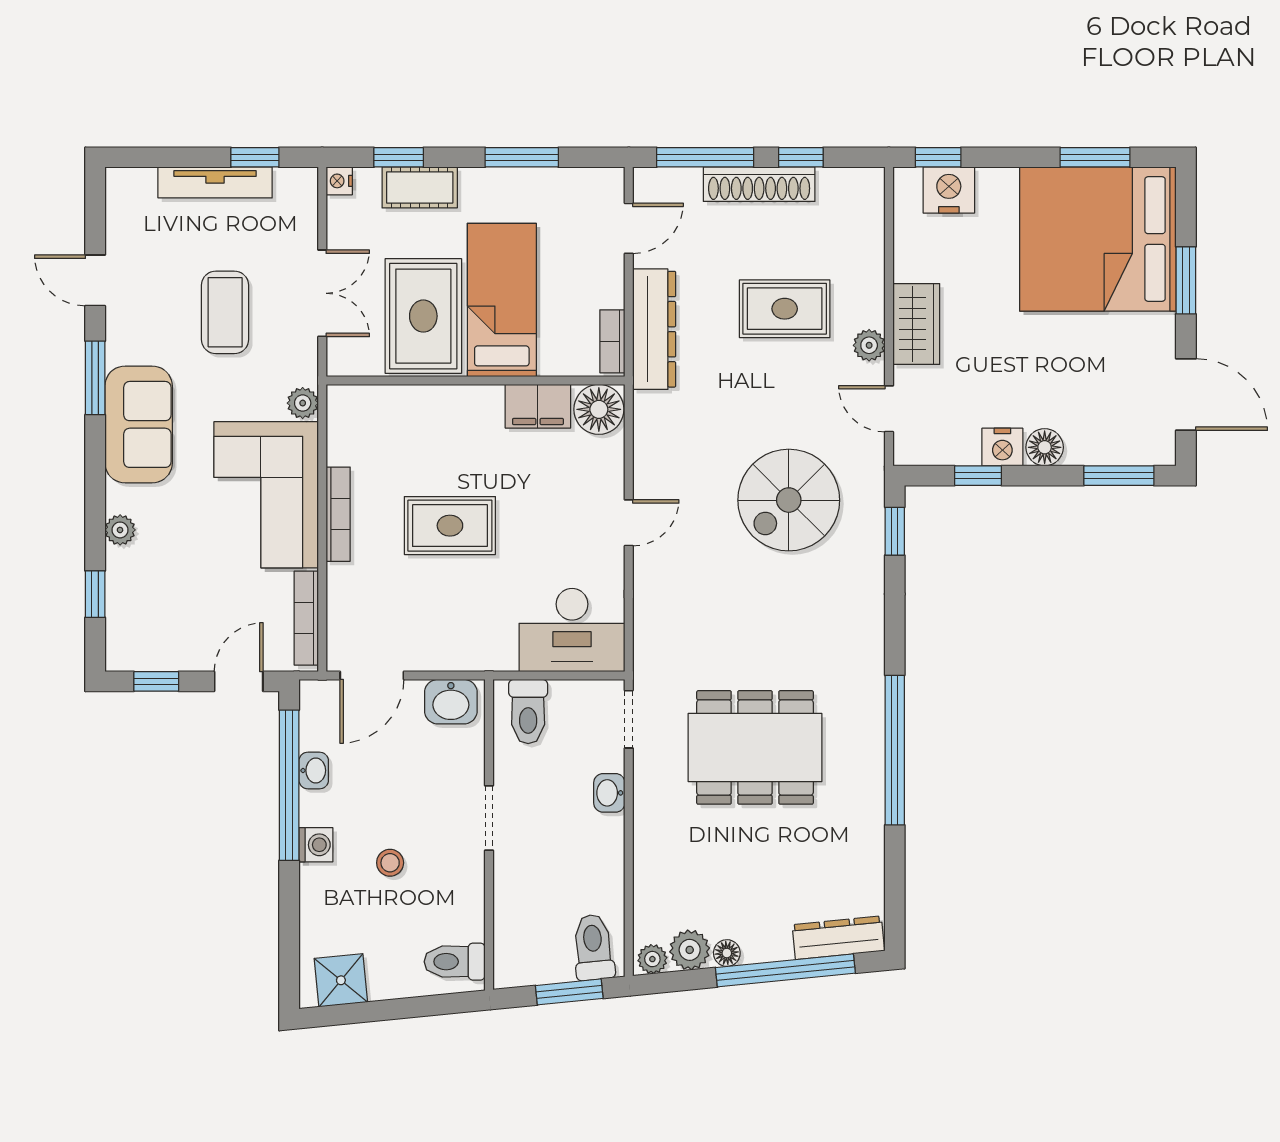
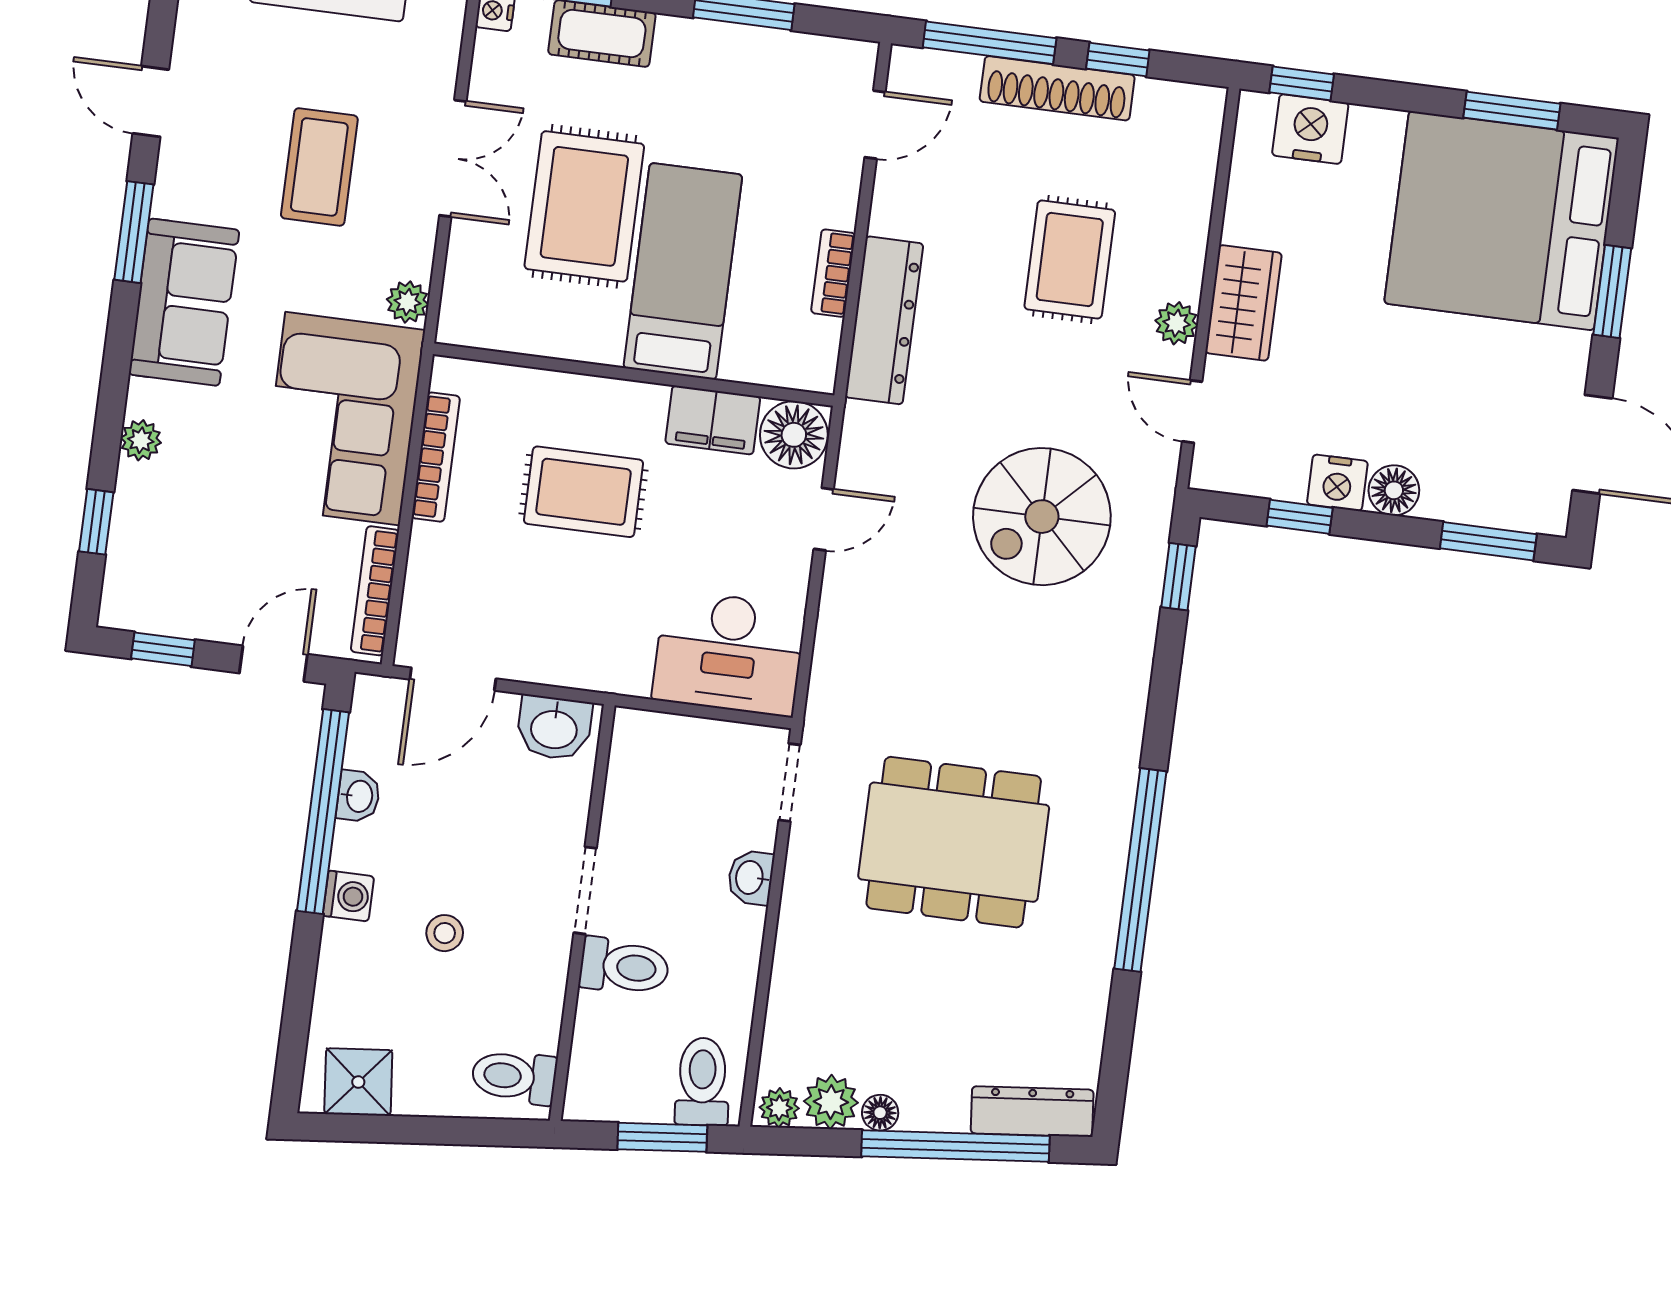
bed: (502, 300) -> (683, 271), moved
rug: (785, 309) -> (1070, 259), turned 90
dresser: (654, 329) -> (884, 320), moved
wall: (476, 380) -> (634, 375), moved
filing cabinet: (538, 406) -> (713, 420), moved
floor lamp: (599, 409) -> (794, 435), moved
toilet: (528, 712) -> (624, 967), moved, turned -90

